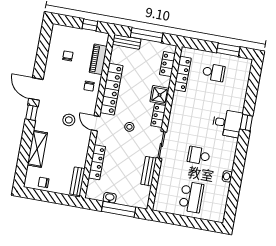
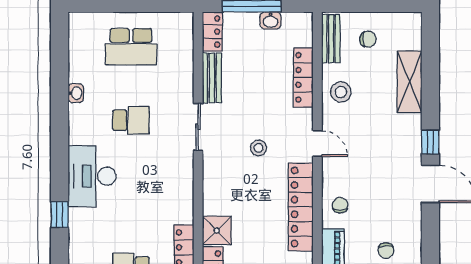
shower: (160, 95) -> (217, 231), moved
locker: (158, 116) -> (212, 32), moved
stool: (69, 120) -> (341, 92), moved
desk: (227, 123) -> (92, 176), width x1.37
window: (246, 123) -> (60, 215), moved
chair: (44, 182) -> (368, 39), moved
school desk: (191, 197) -> (131, 47), turned -90

